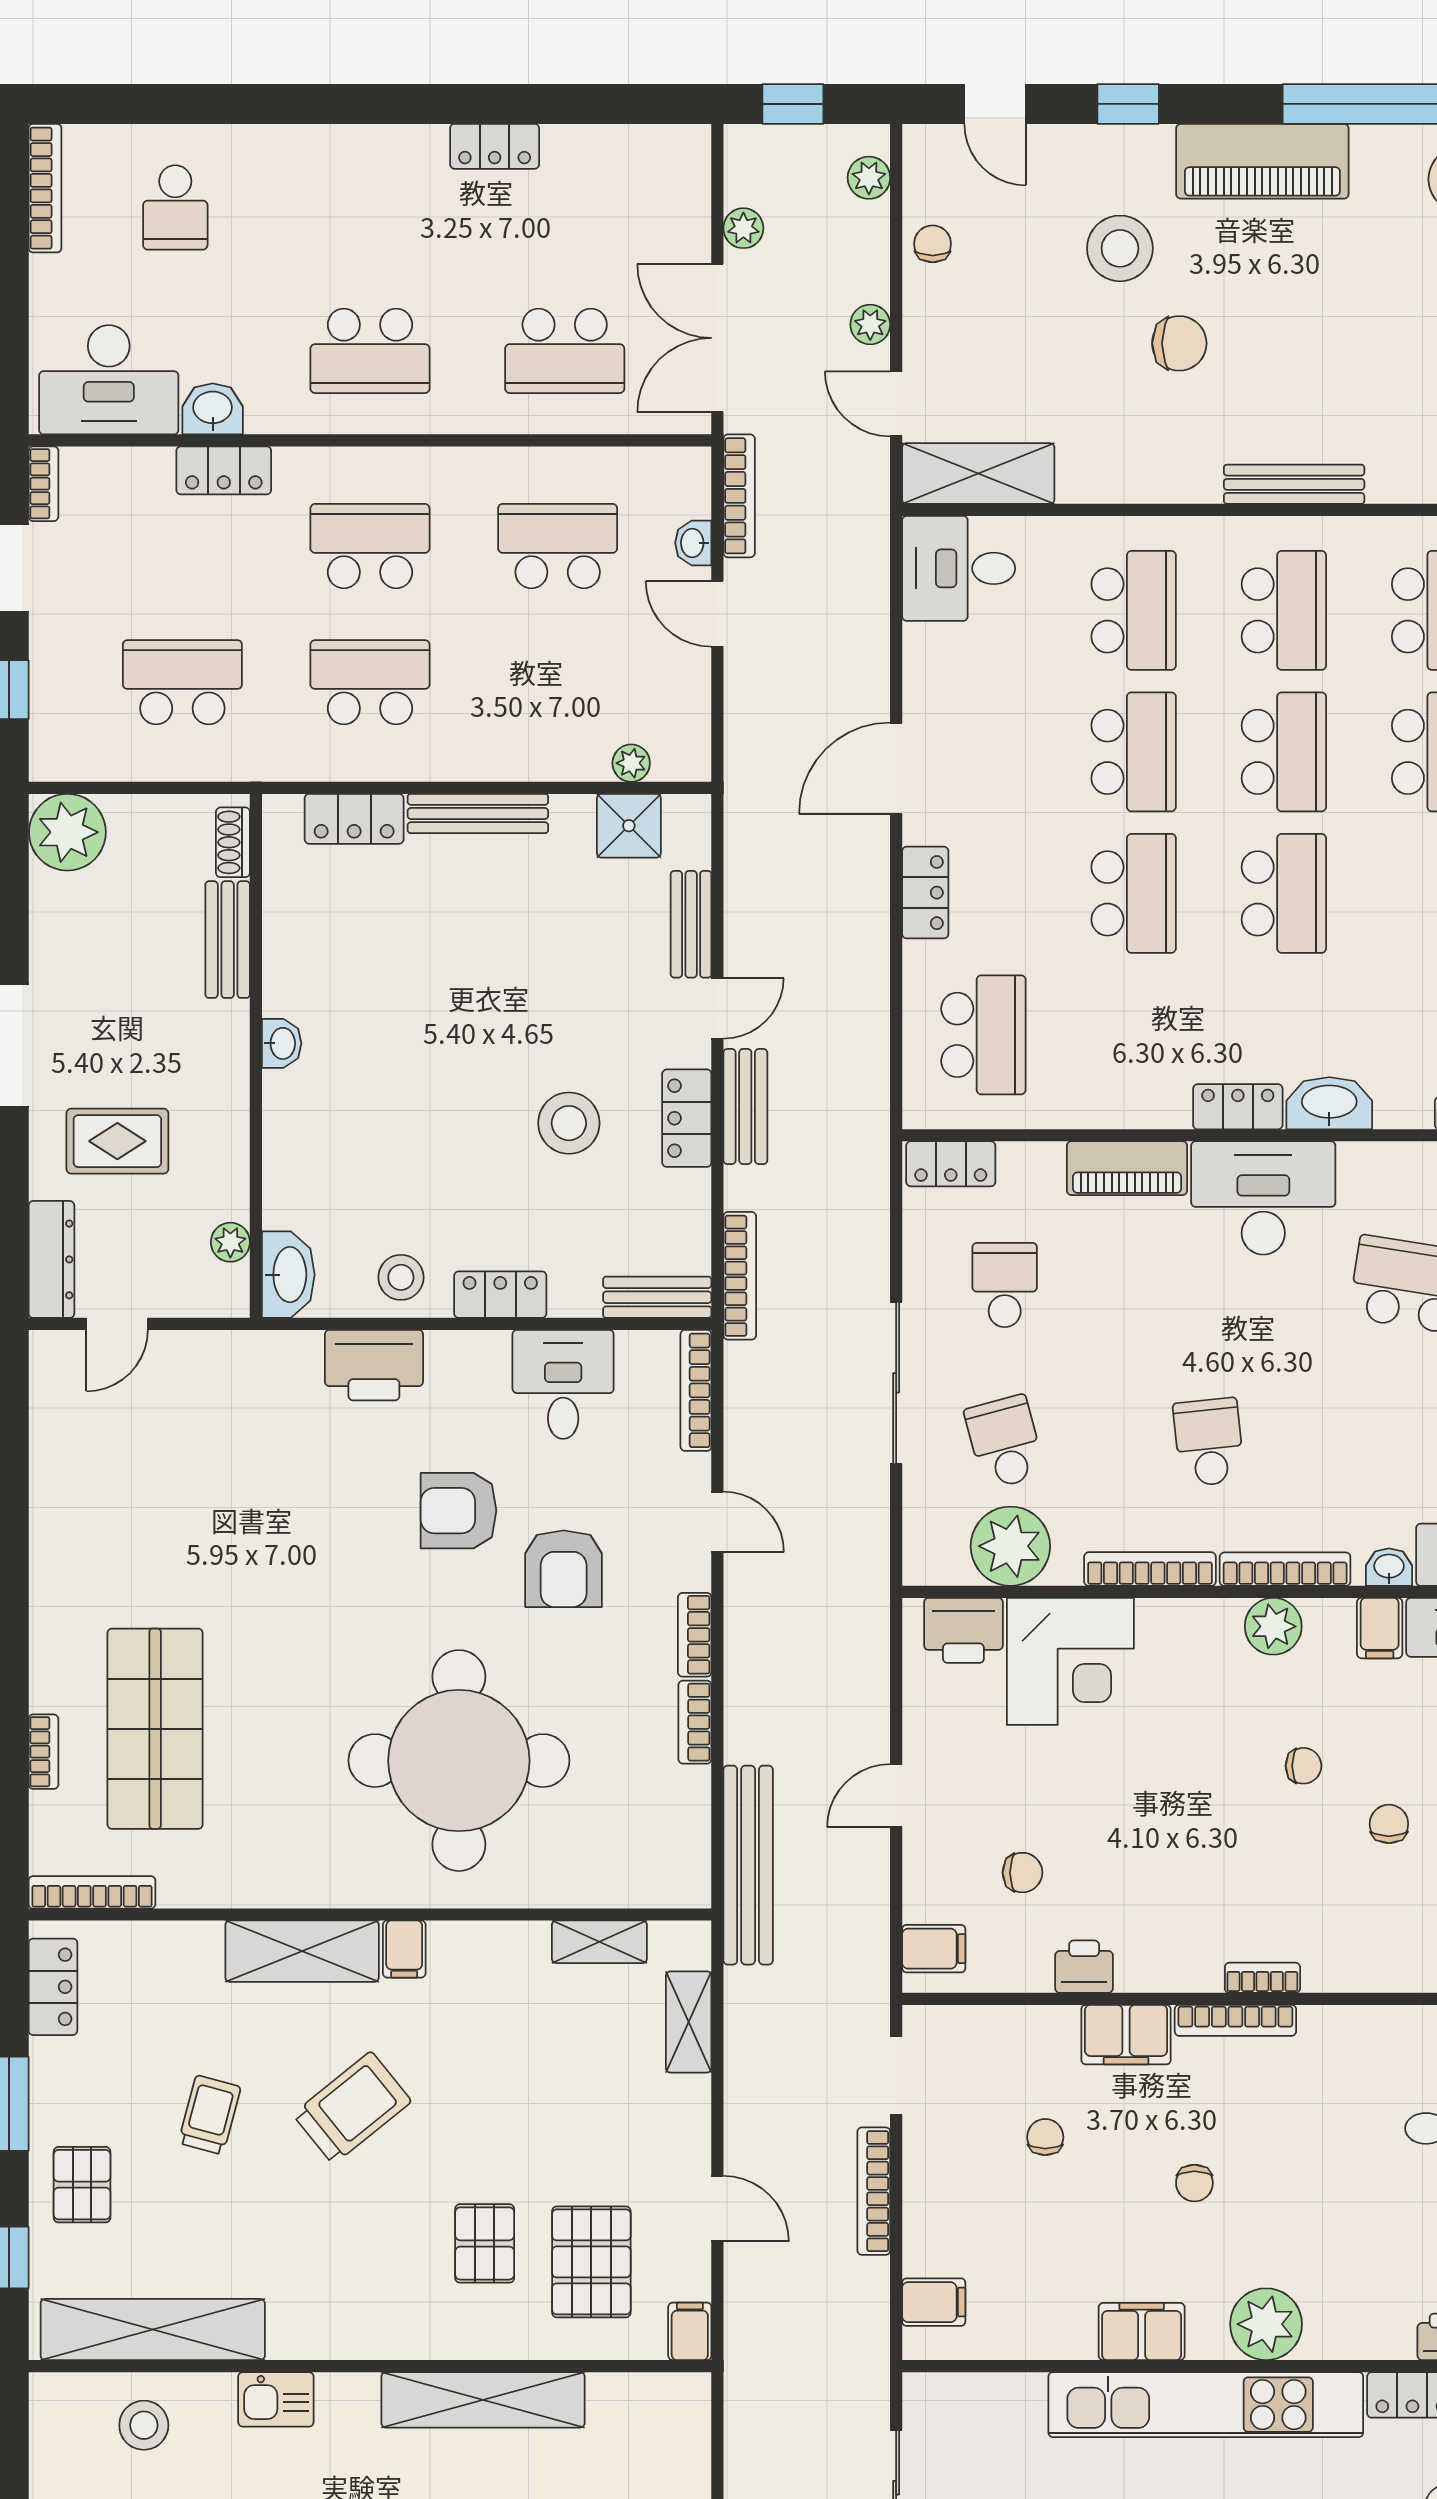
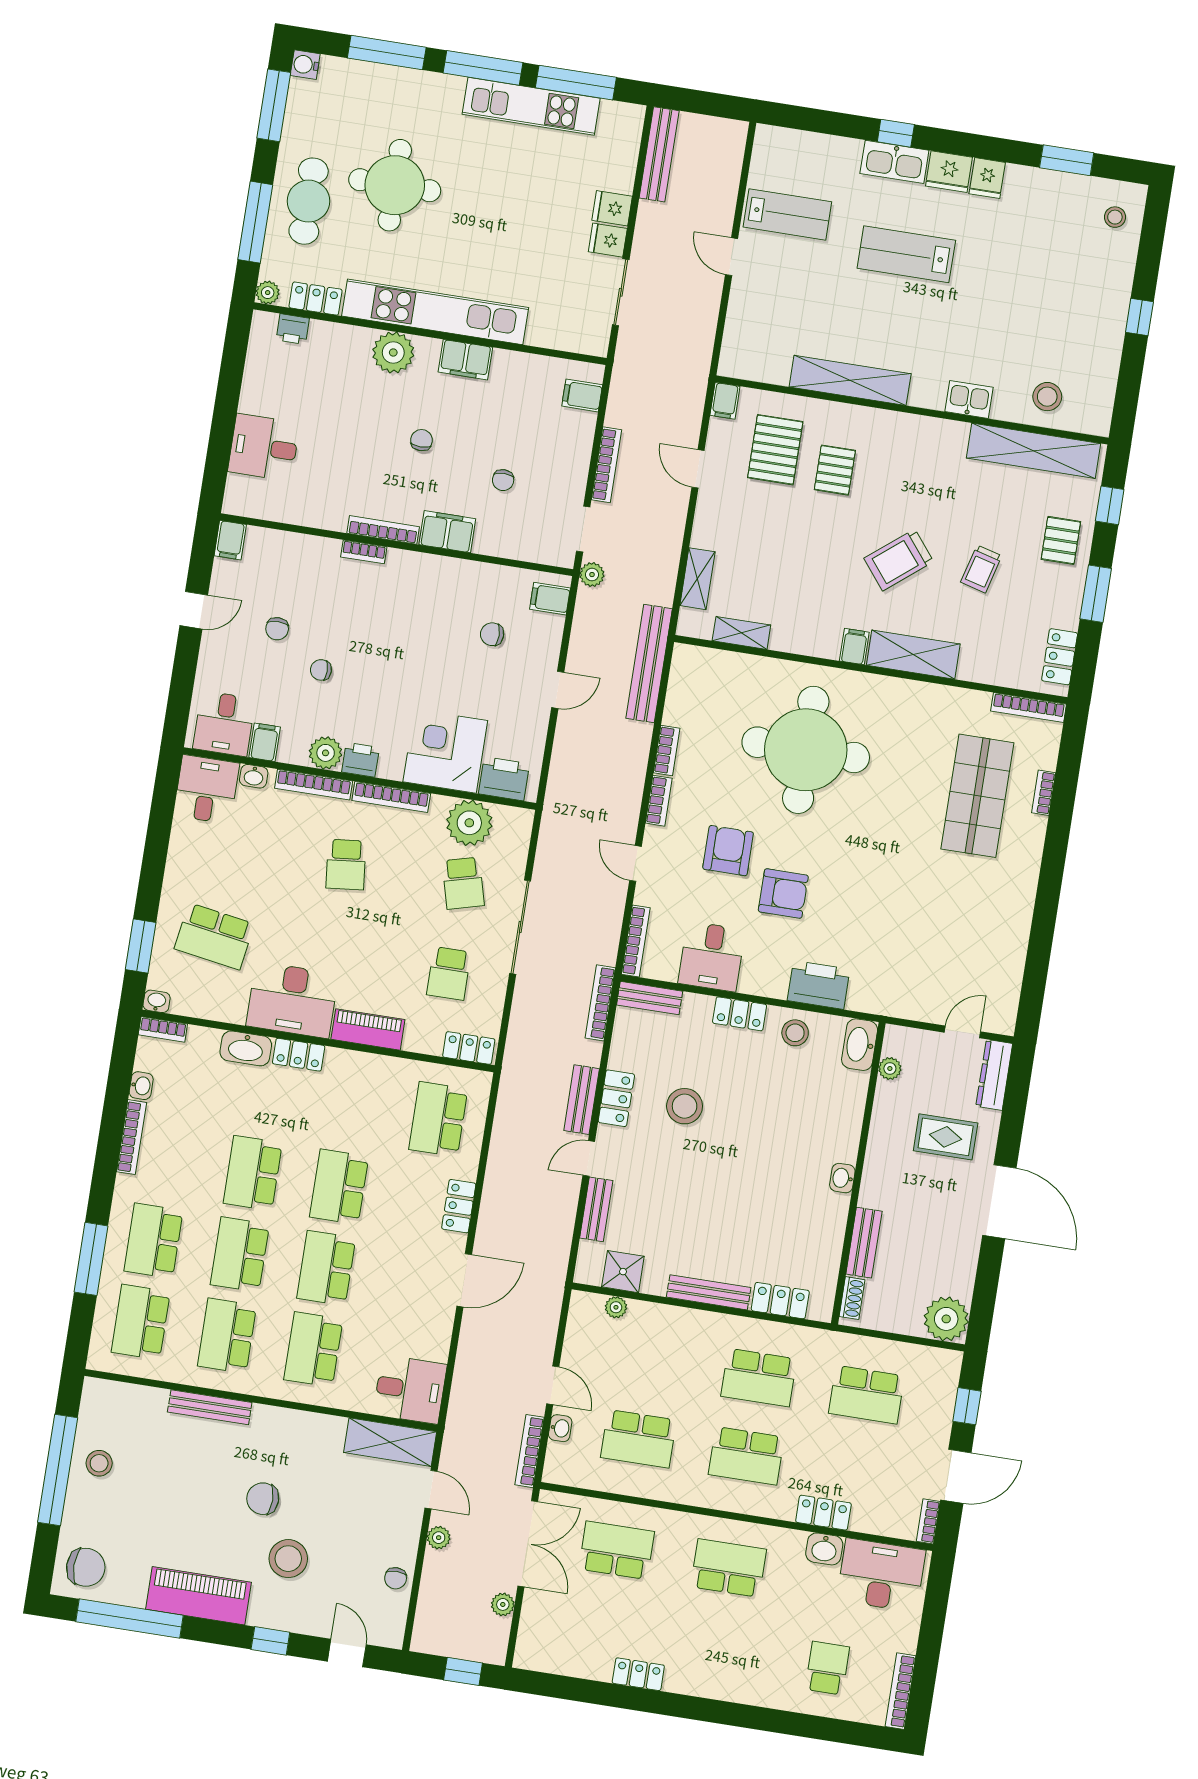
plant: (869, 178) -> (592, 575), moved
printer: (1084, 1967) -> (361, 760), moved, turned 180

